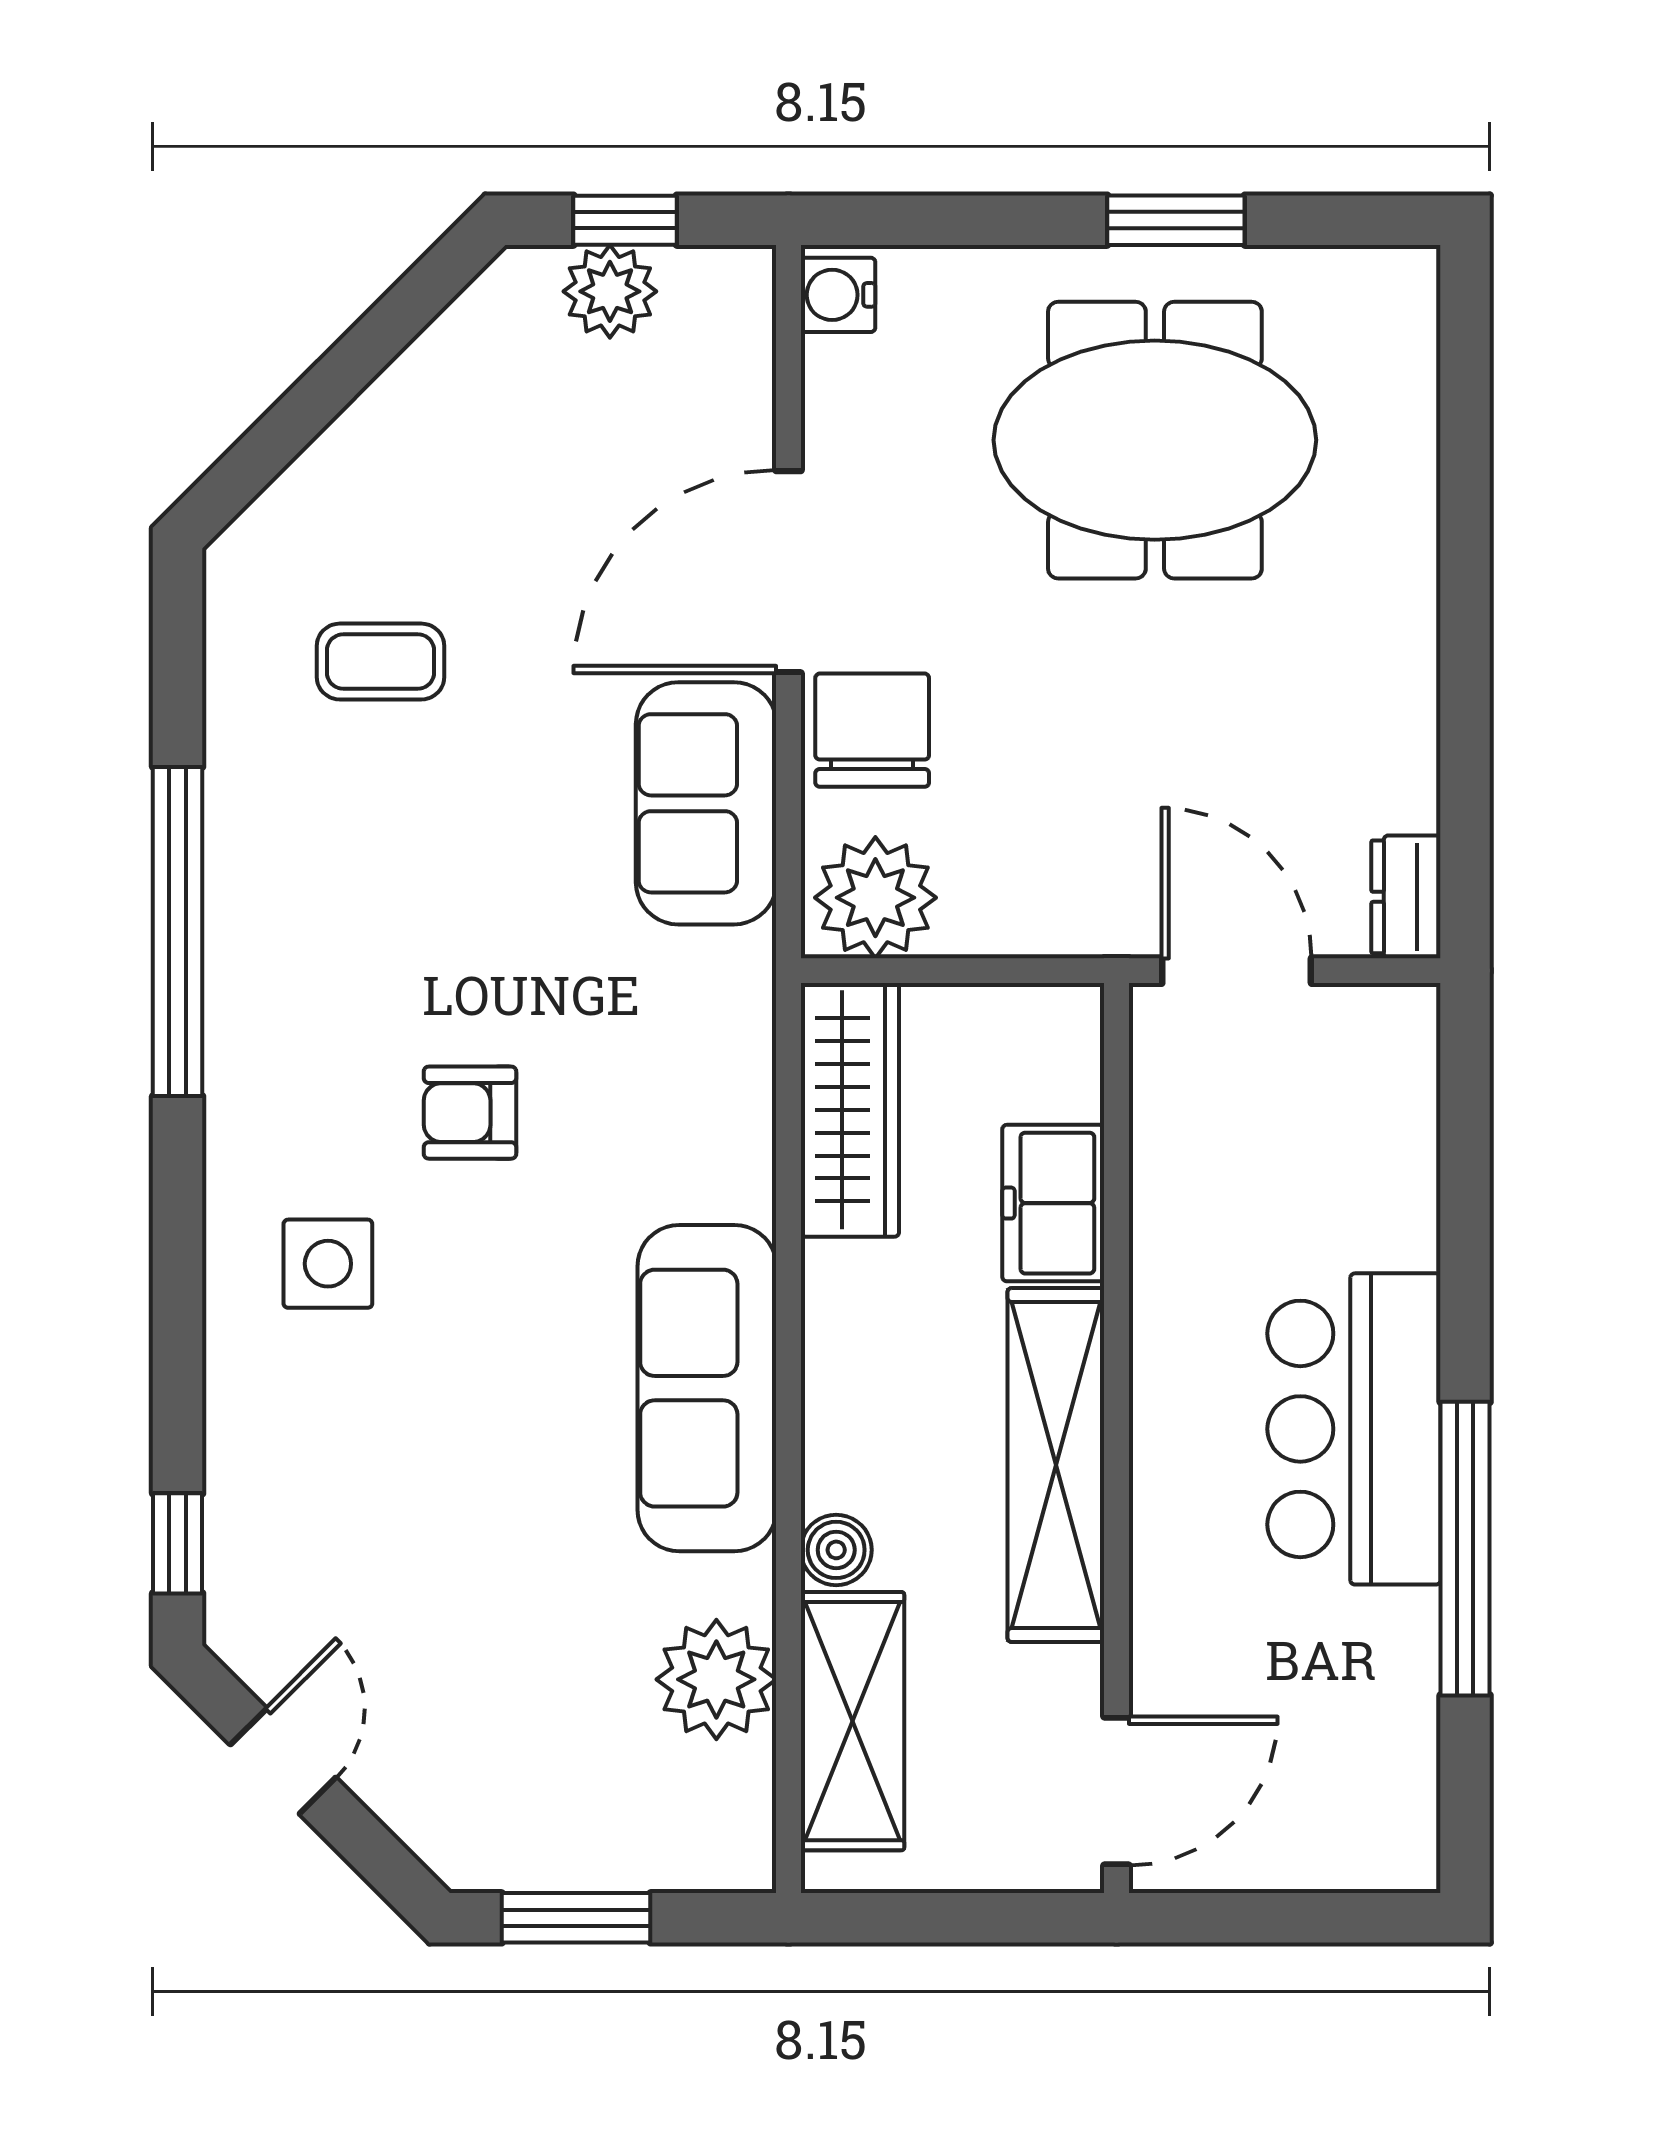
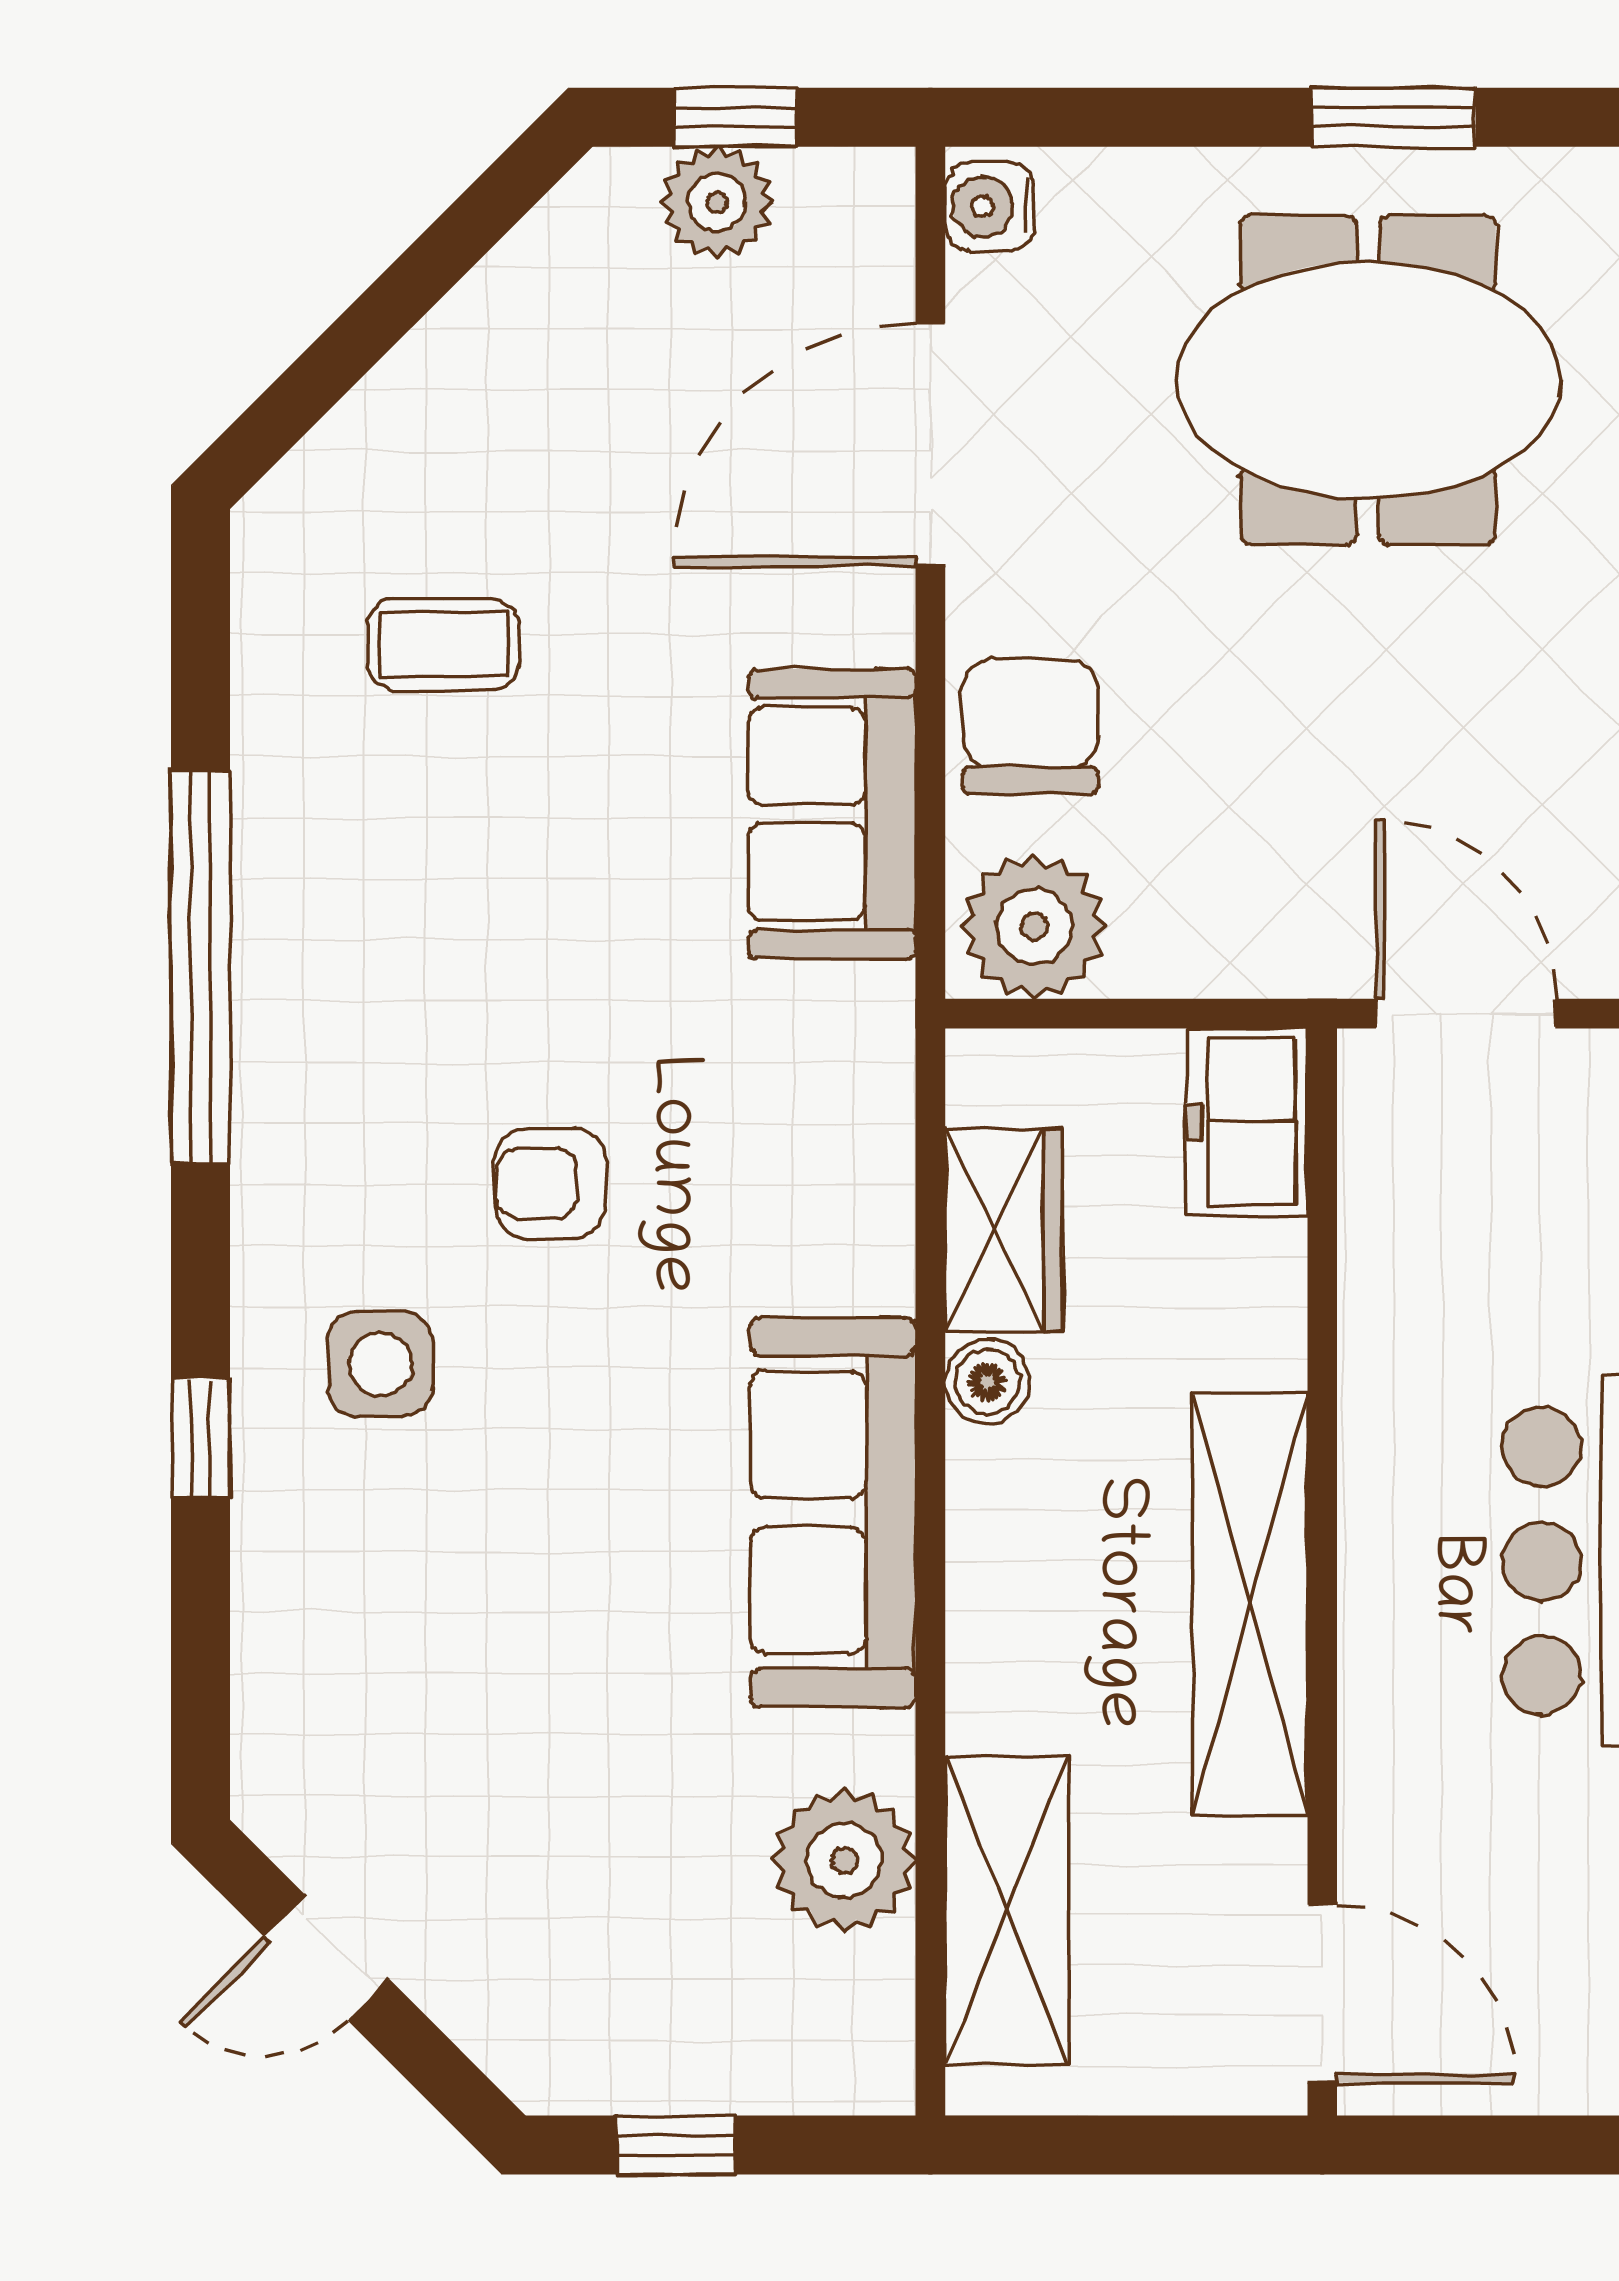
door: (789, 572) -> (930, 445), moved
wardrobe: (850, 1110) -> (1004, 1231), width x0.67
freezer: (1053, 1203) -> (1247, 1122), moved
window: (178, 1543) -> (201, 1438), moved
boiler: (836, 1550) -> (987, 1382), moved
door: (283, 1761) -> (327, 1958), swing flipped
door: (1117, 1791) -> (1322, 1994), hinge flipped
window: (576, 1918) -> (677, 2145), width x0.67

